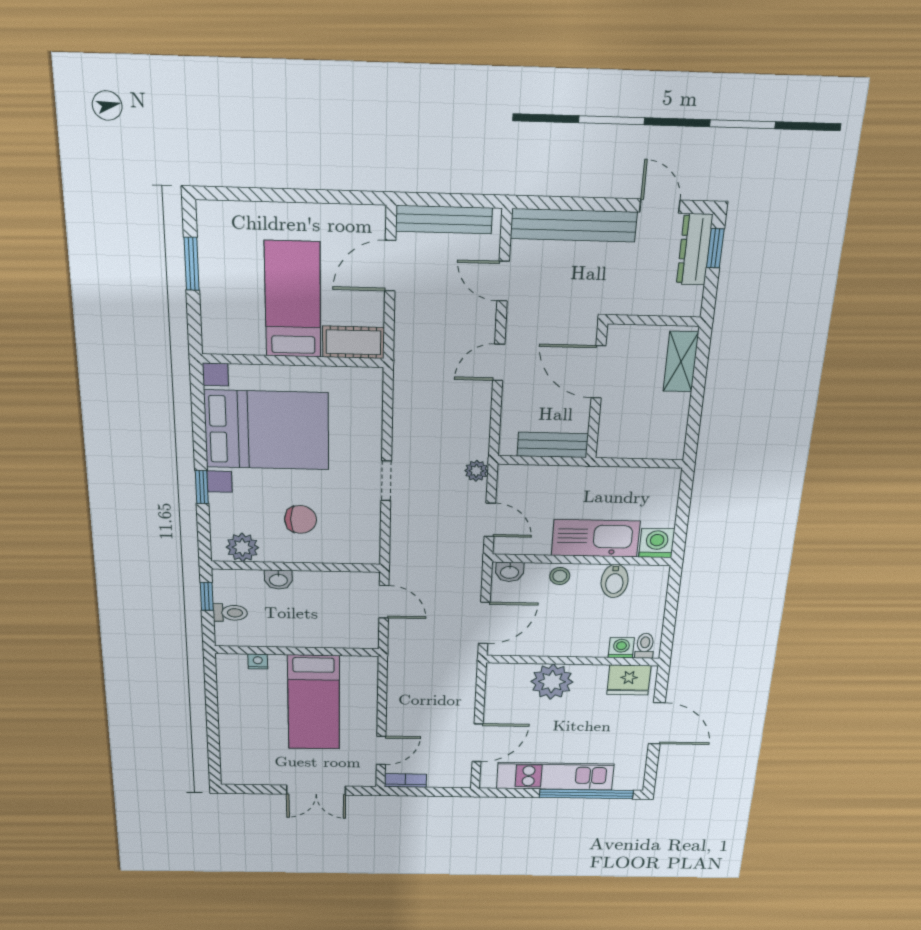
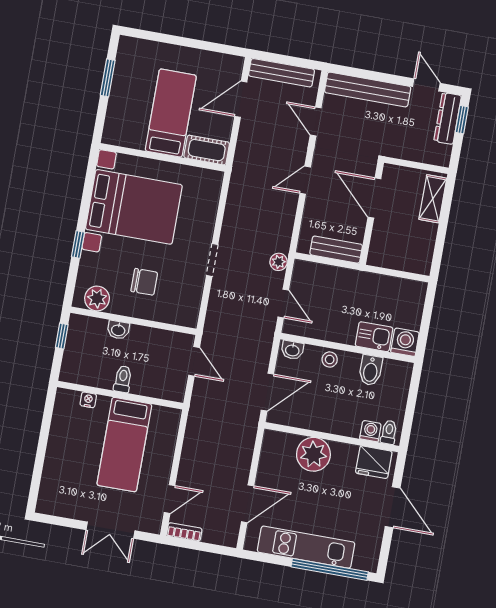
kitchen sink: (596, 538) -> (374, 337), width x0.53, depth x0.81
toilet: (230, 613) -> (123, 379), moved, turned -90

